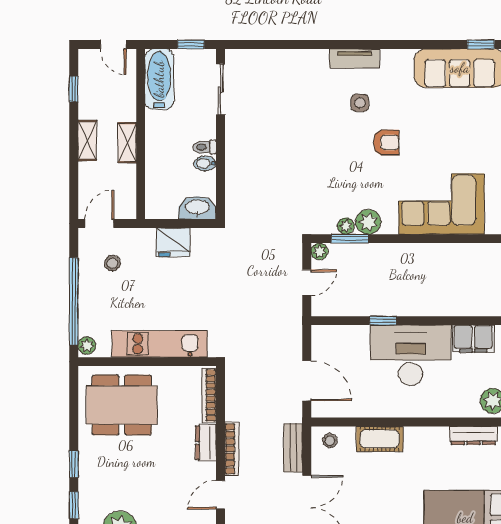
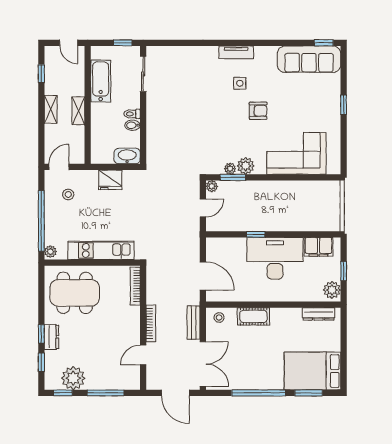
bathtub: (159, 79) -> (101, 81), moved
dresser: (206, 443) -> (52, 337), moved, turned 180

